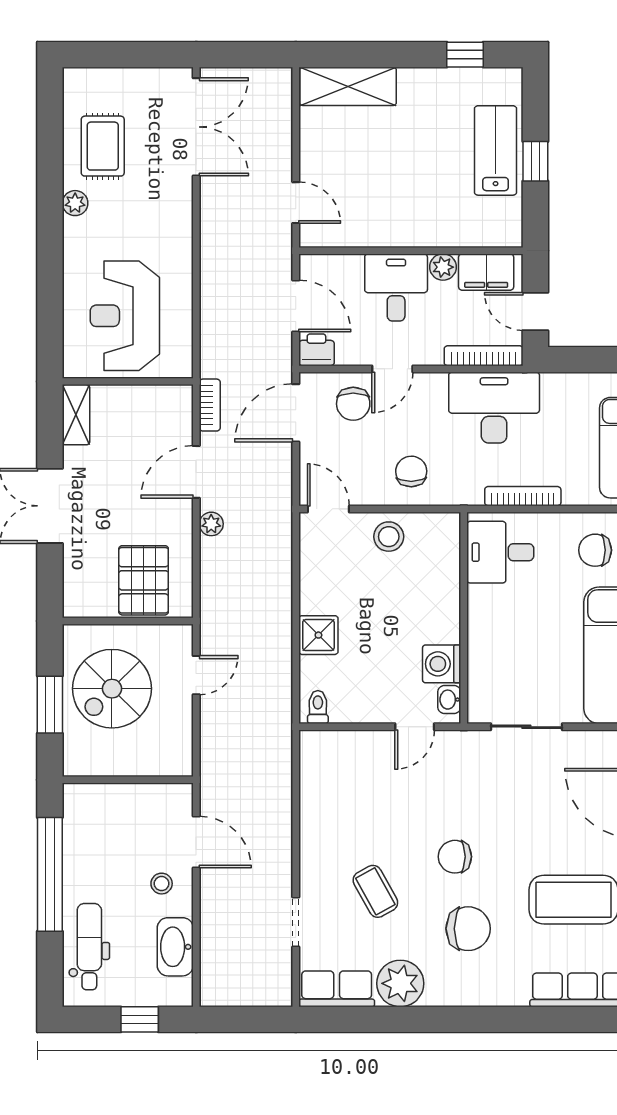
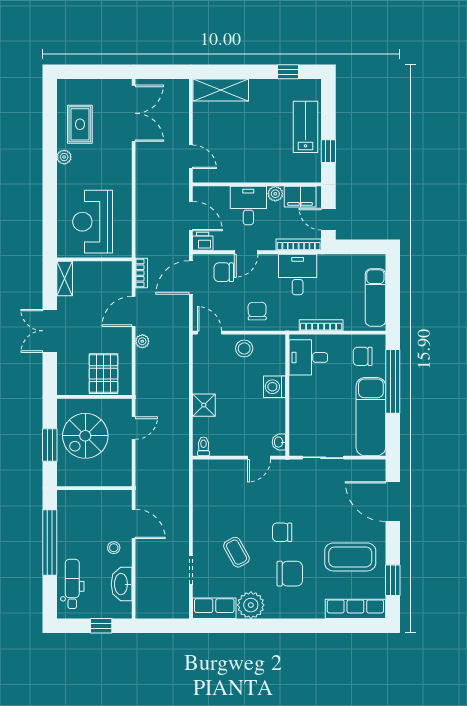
window: (535, 161) -> (328, 151), moved
chair: (353, 404) -> (224, 272), turned 90
desk: (494, 408) -> (298, 274), width x0.73
washing machine: (442, 664) -> (275, 387), moved

